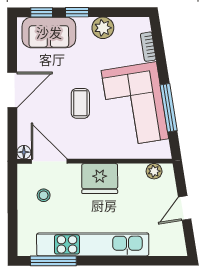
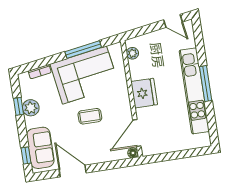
window: (77, 12) -> (18, 106), moved
door: (12, 90) -> (73, 171), moved
stool: (44, 195) -> (163, 133), removed
door: (185, 208) -> (173, 21), moved
window: (53, 261) -> (206, 84), moved

